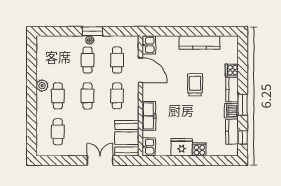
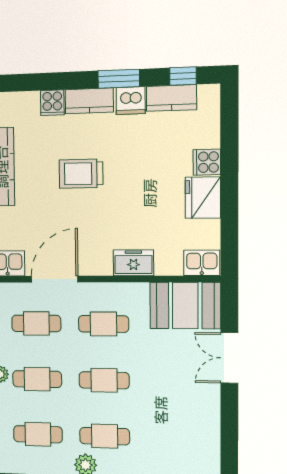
freezer: (149, 116) -> (133, 263), width x0.71
cafe table: (58, 132) -> (38, 434), moved

